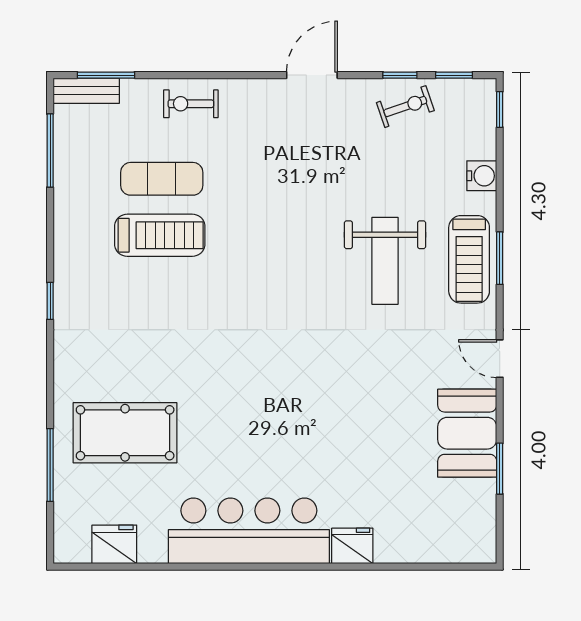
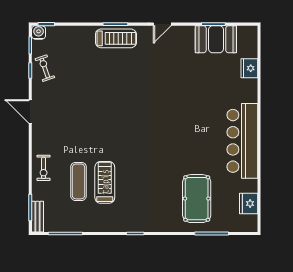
water cooler: (482, 176) -> (39, 32), moved
weight bench: (385, 261) -> (117, 78), removed
booth: (467, 433) -> (216, 39), moved
fridge: (352, 546) -> (249, 68), moved

